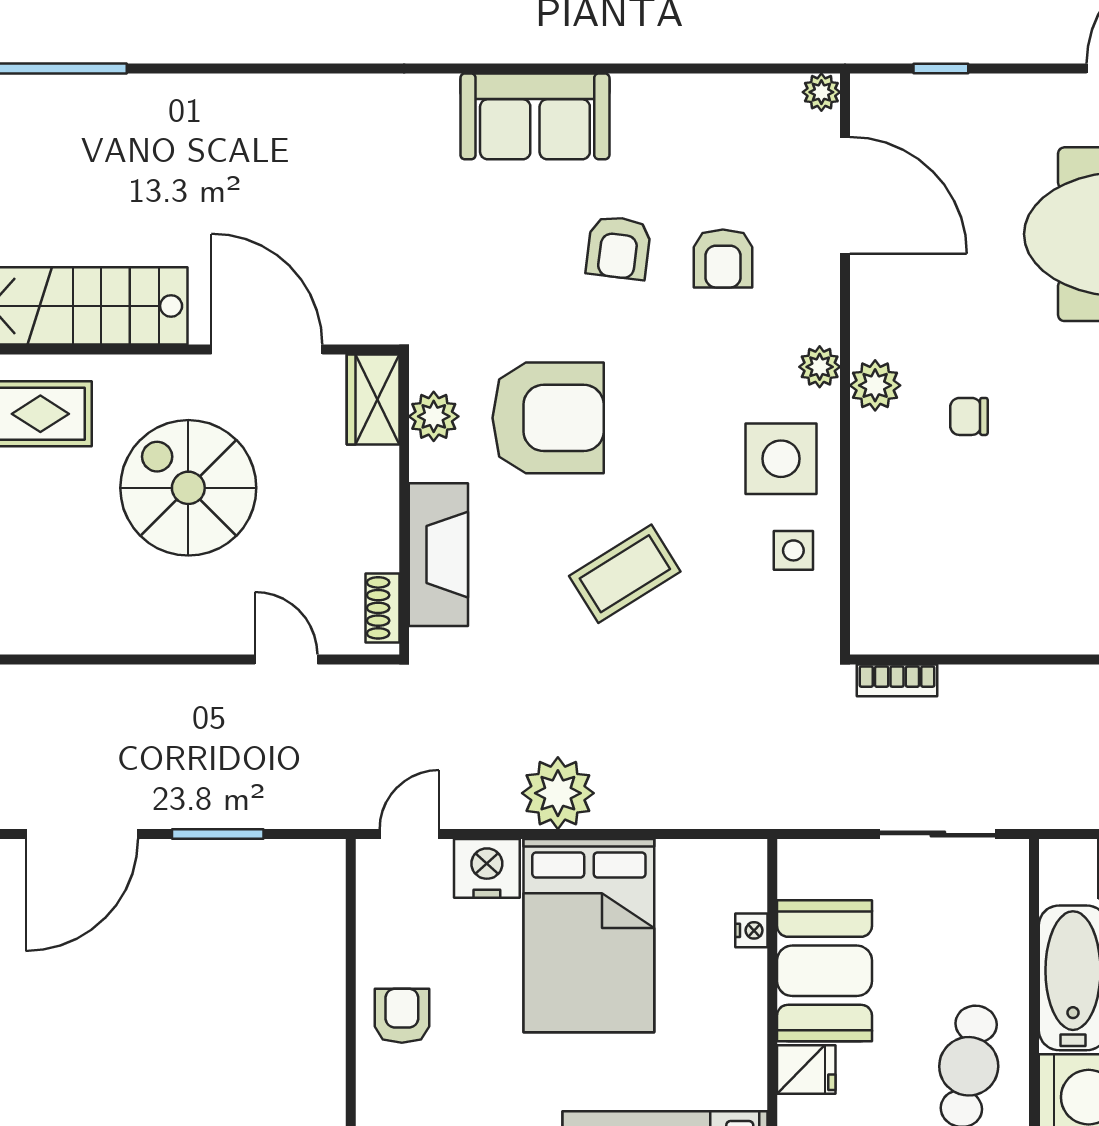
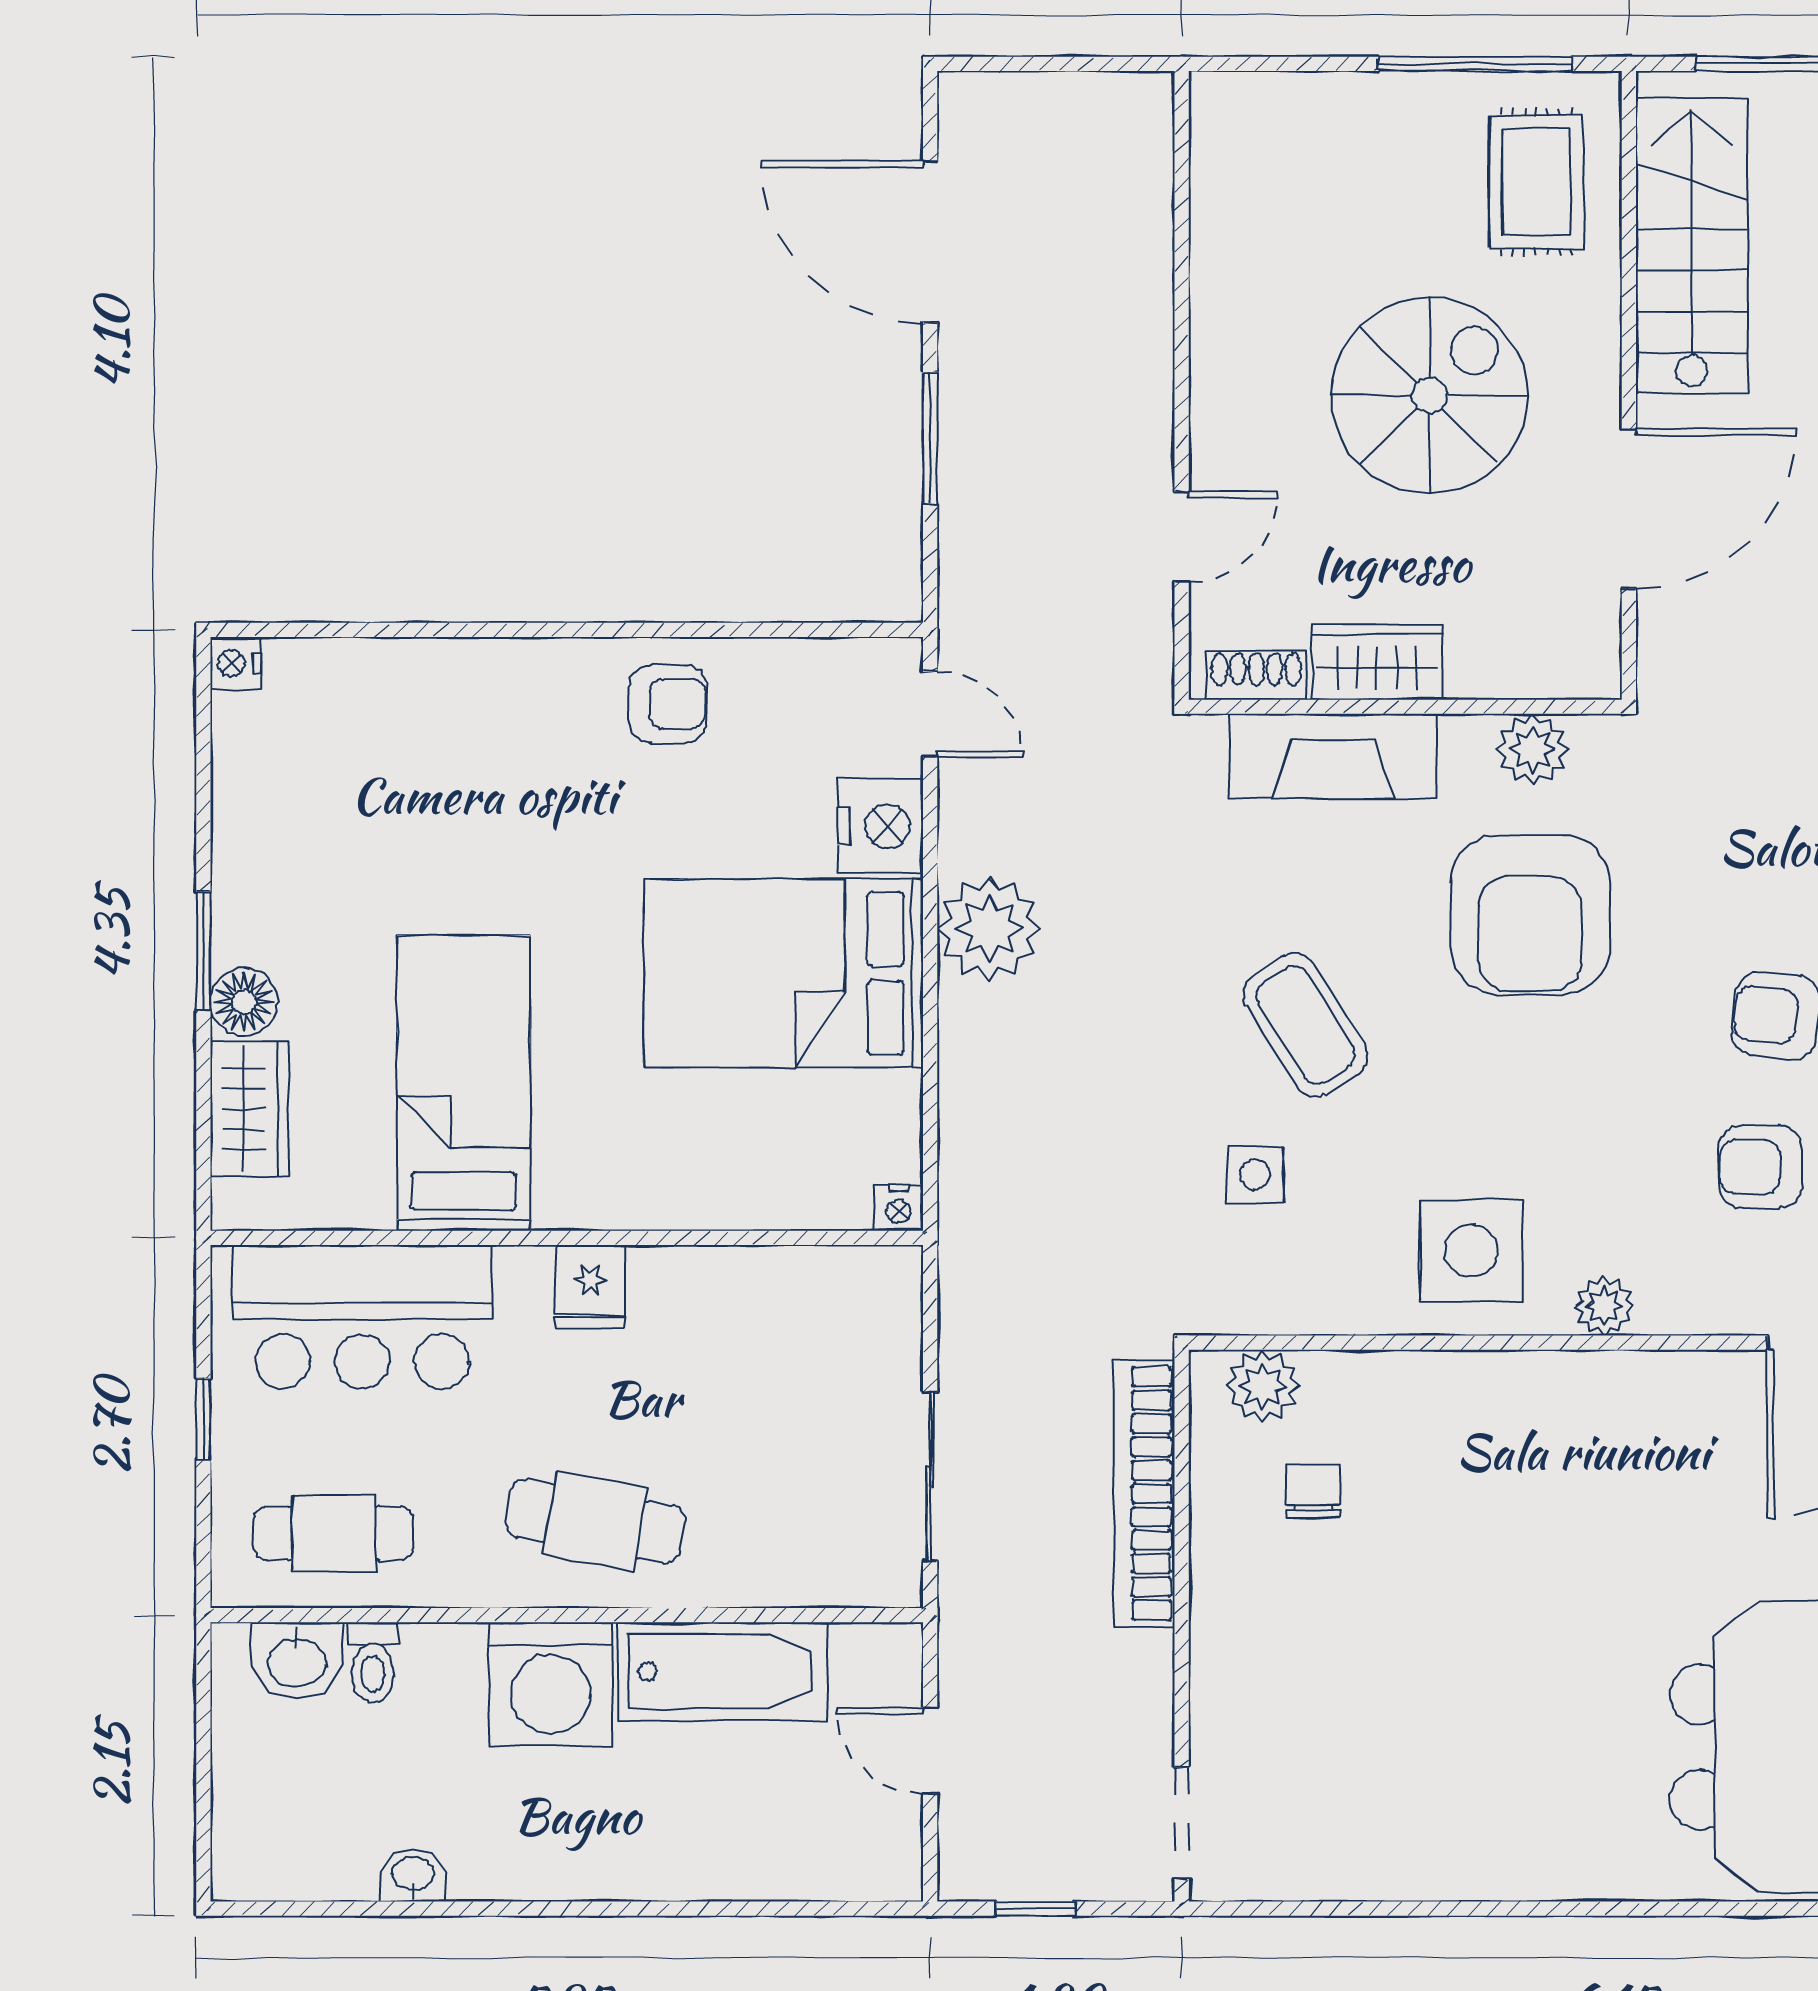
plant: (875, 385) -> (1263, 1386), moved
wardrobe: (373, 399) -> (1377, 662), moved
chair: (969, 416) -> (1313, 1491), moved
side table: (793, 550) -> (1255, 1174), moved
bookcase: (897, 680) -> (1144, 1494), width x2.31, depth x1.31
nightstand: (751, 930) -> (899, 1208), moved
booth: (824, 971) -> (733, 1313), removed

